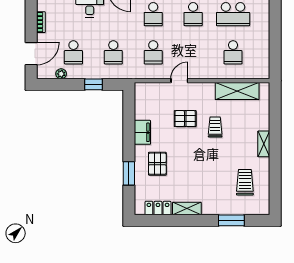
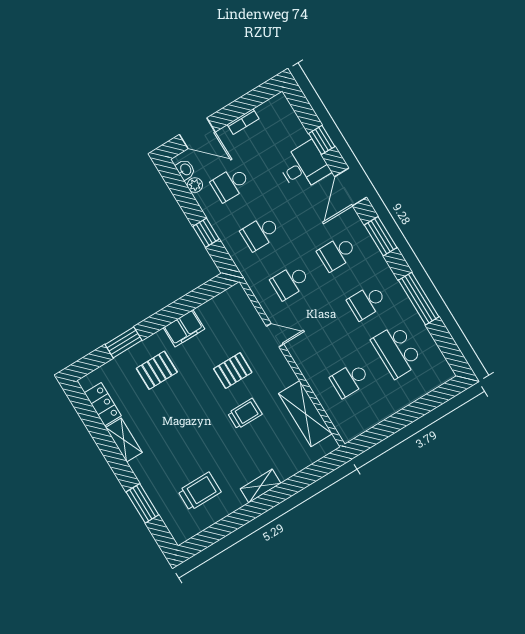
washbasin: (48, 74) -> (185, 170), added
pallet: (185, 119) -> (233, 371), turned 90

